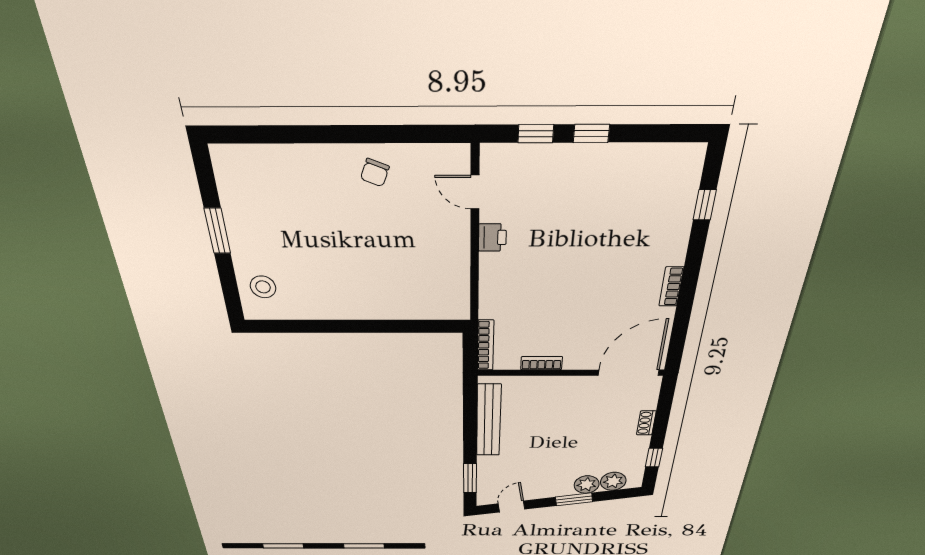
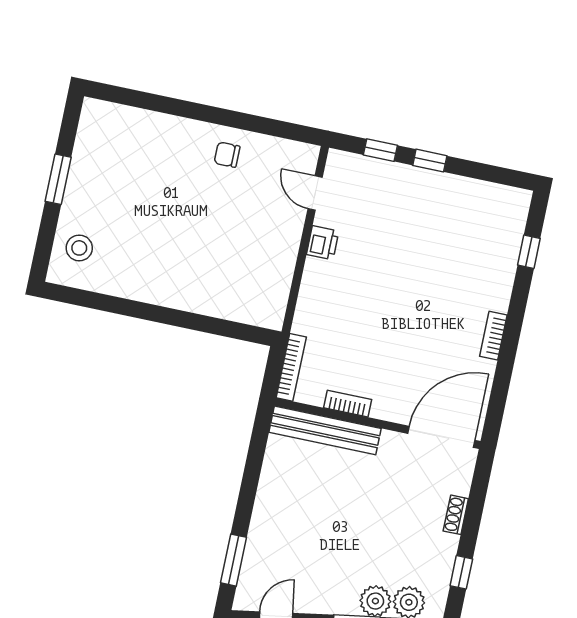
chair: (375, 173) -> (227, 155), turned 68
bench: (489, 421) -> (325, 430), moved, turned 90

